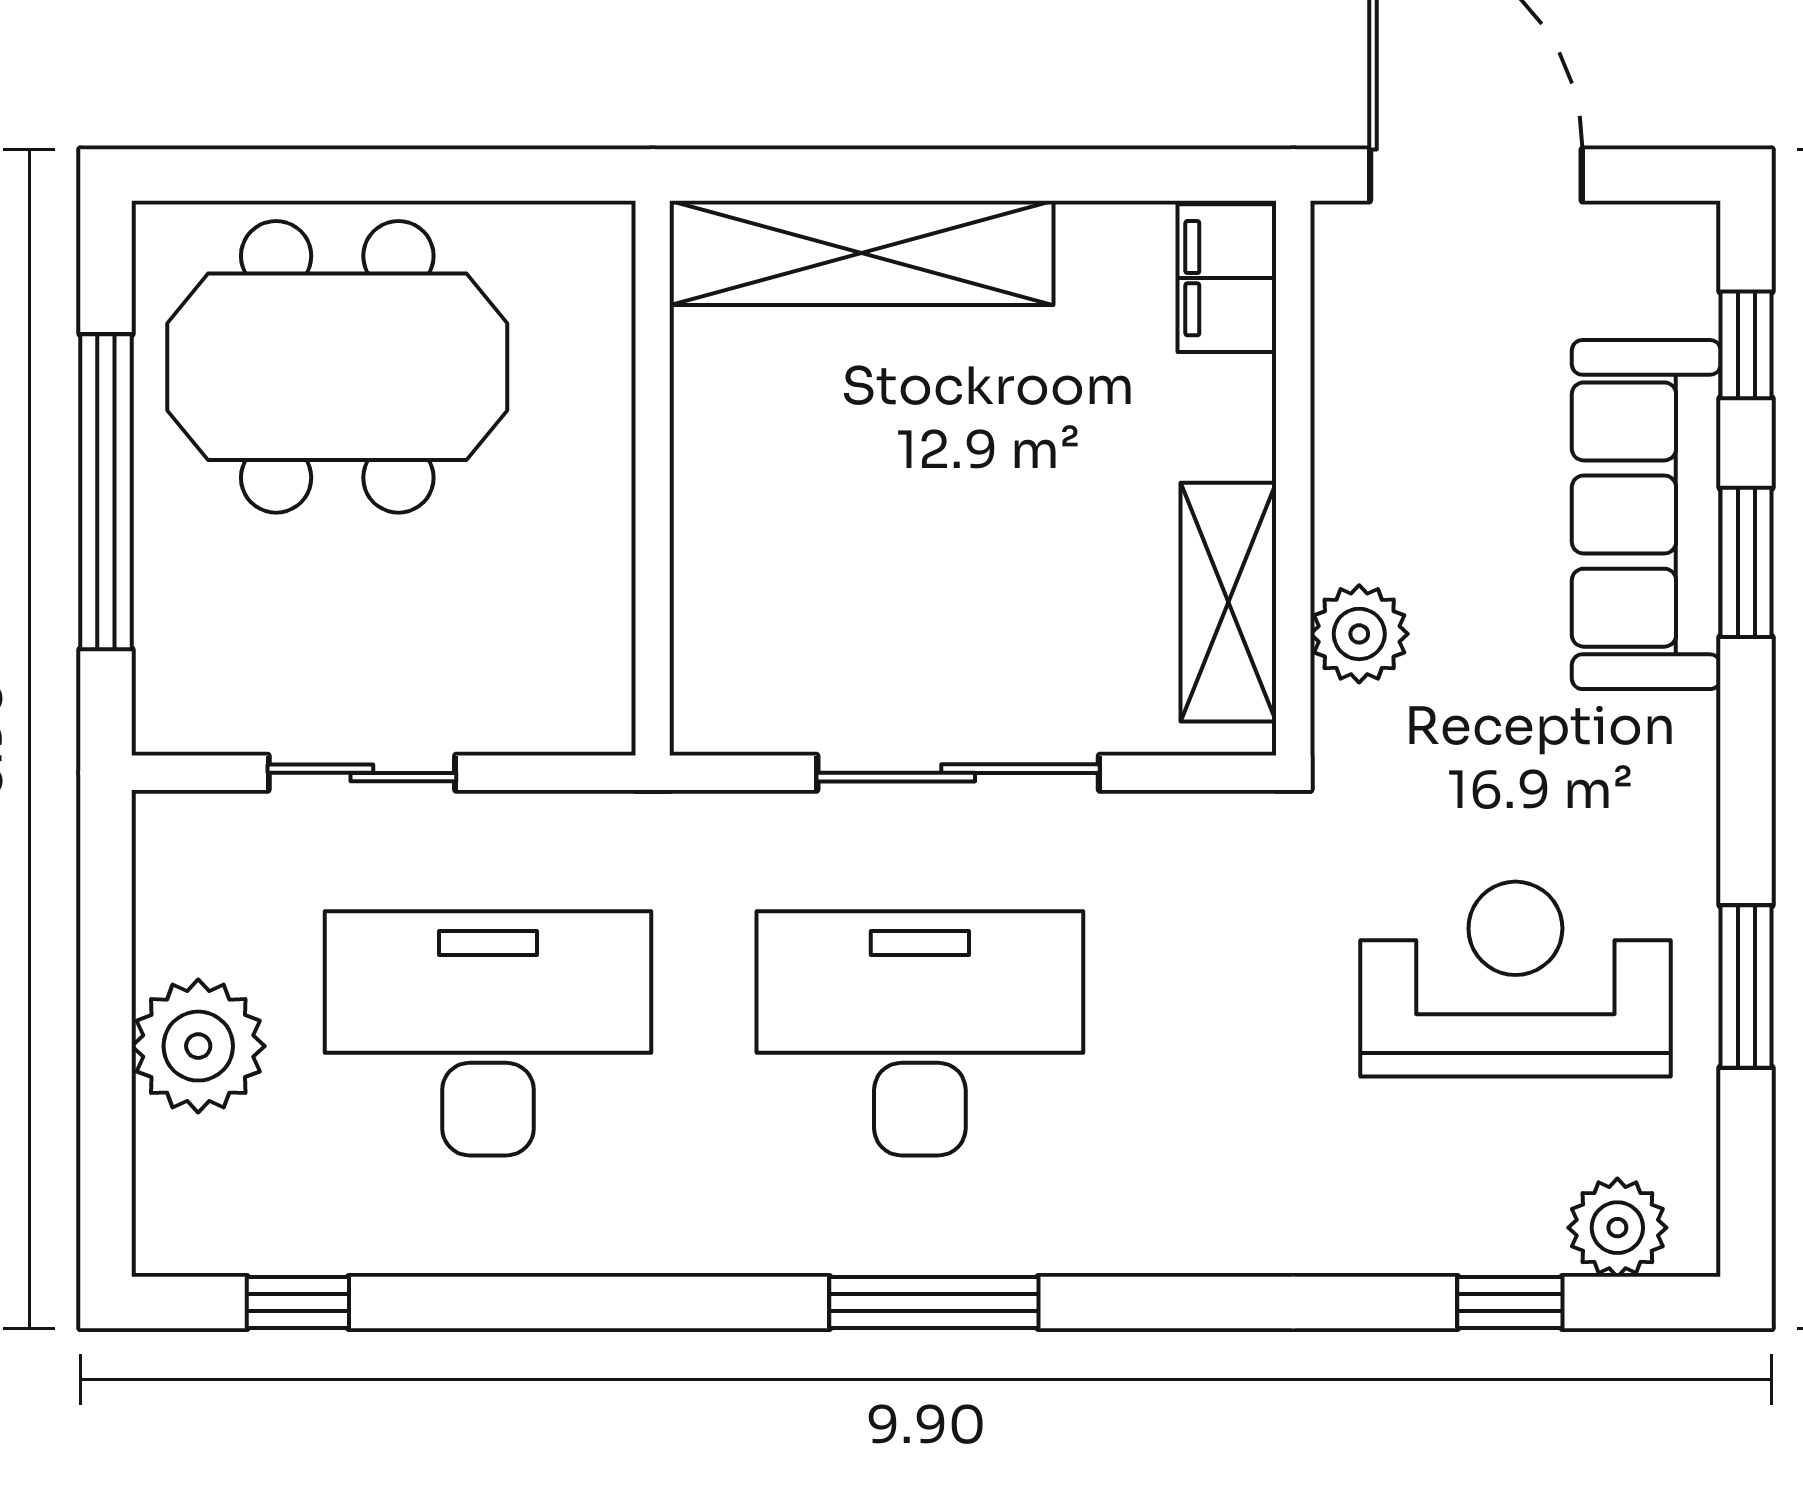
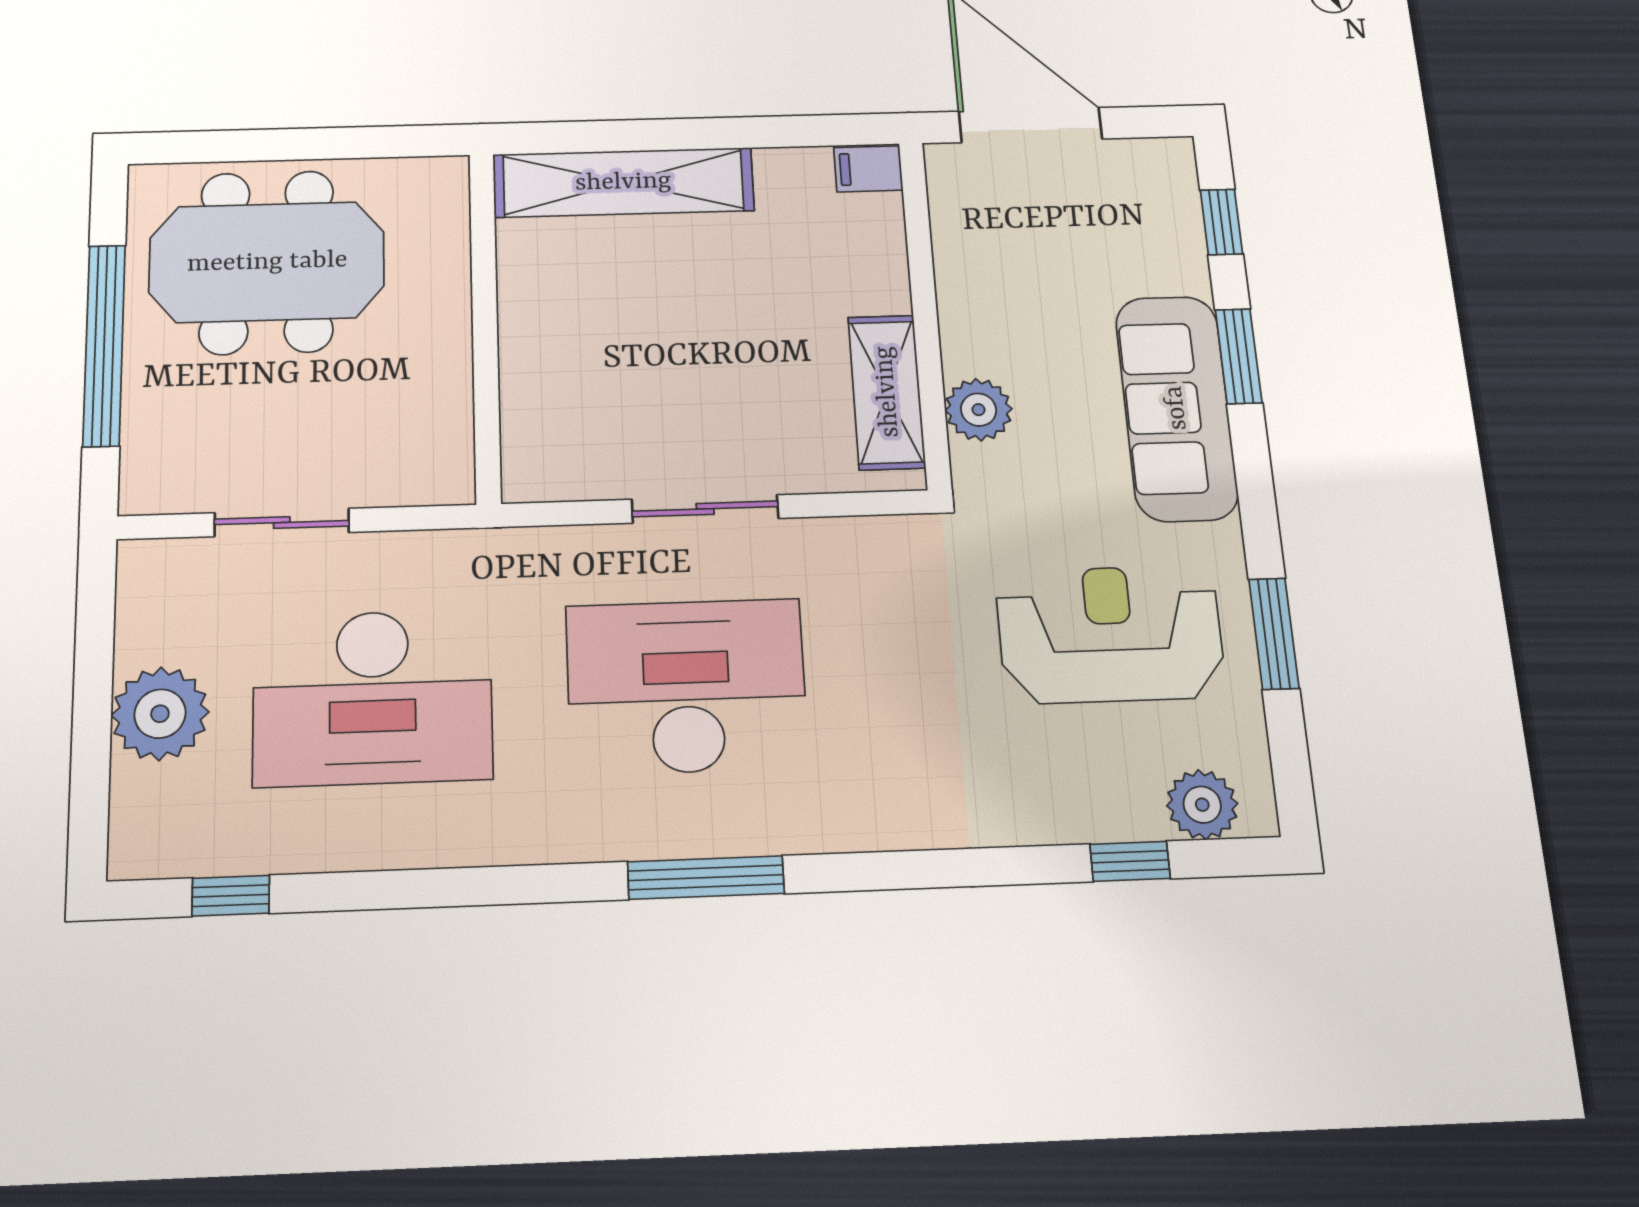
filing cabinet: (1227, 278) -> (868, 169), width x0.50
sofa: (1646, 515) -> (1176, 408), moved
sliding door: (958, 773) -> (705, 509), width x0.73
desk: (488, 1033) -> (373, 697), turned 180

